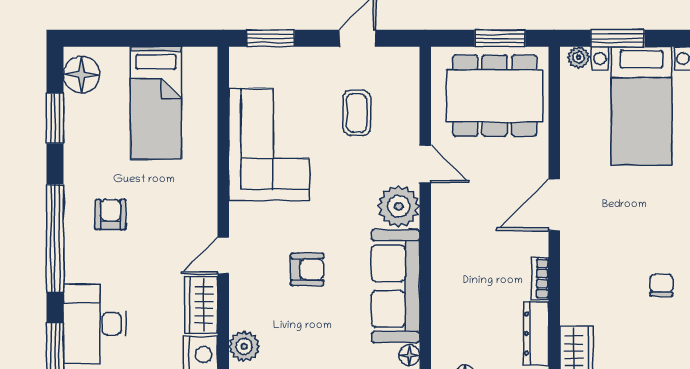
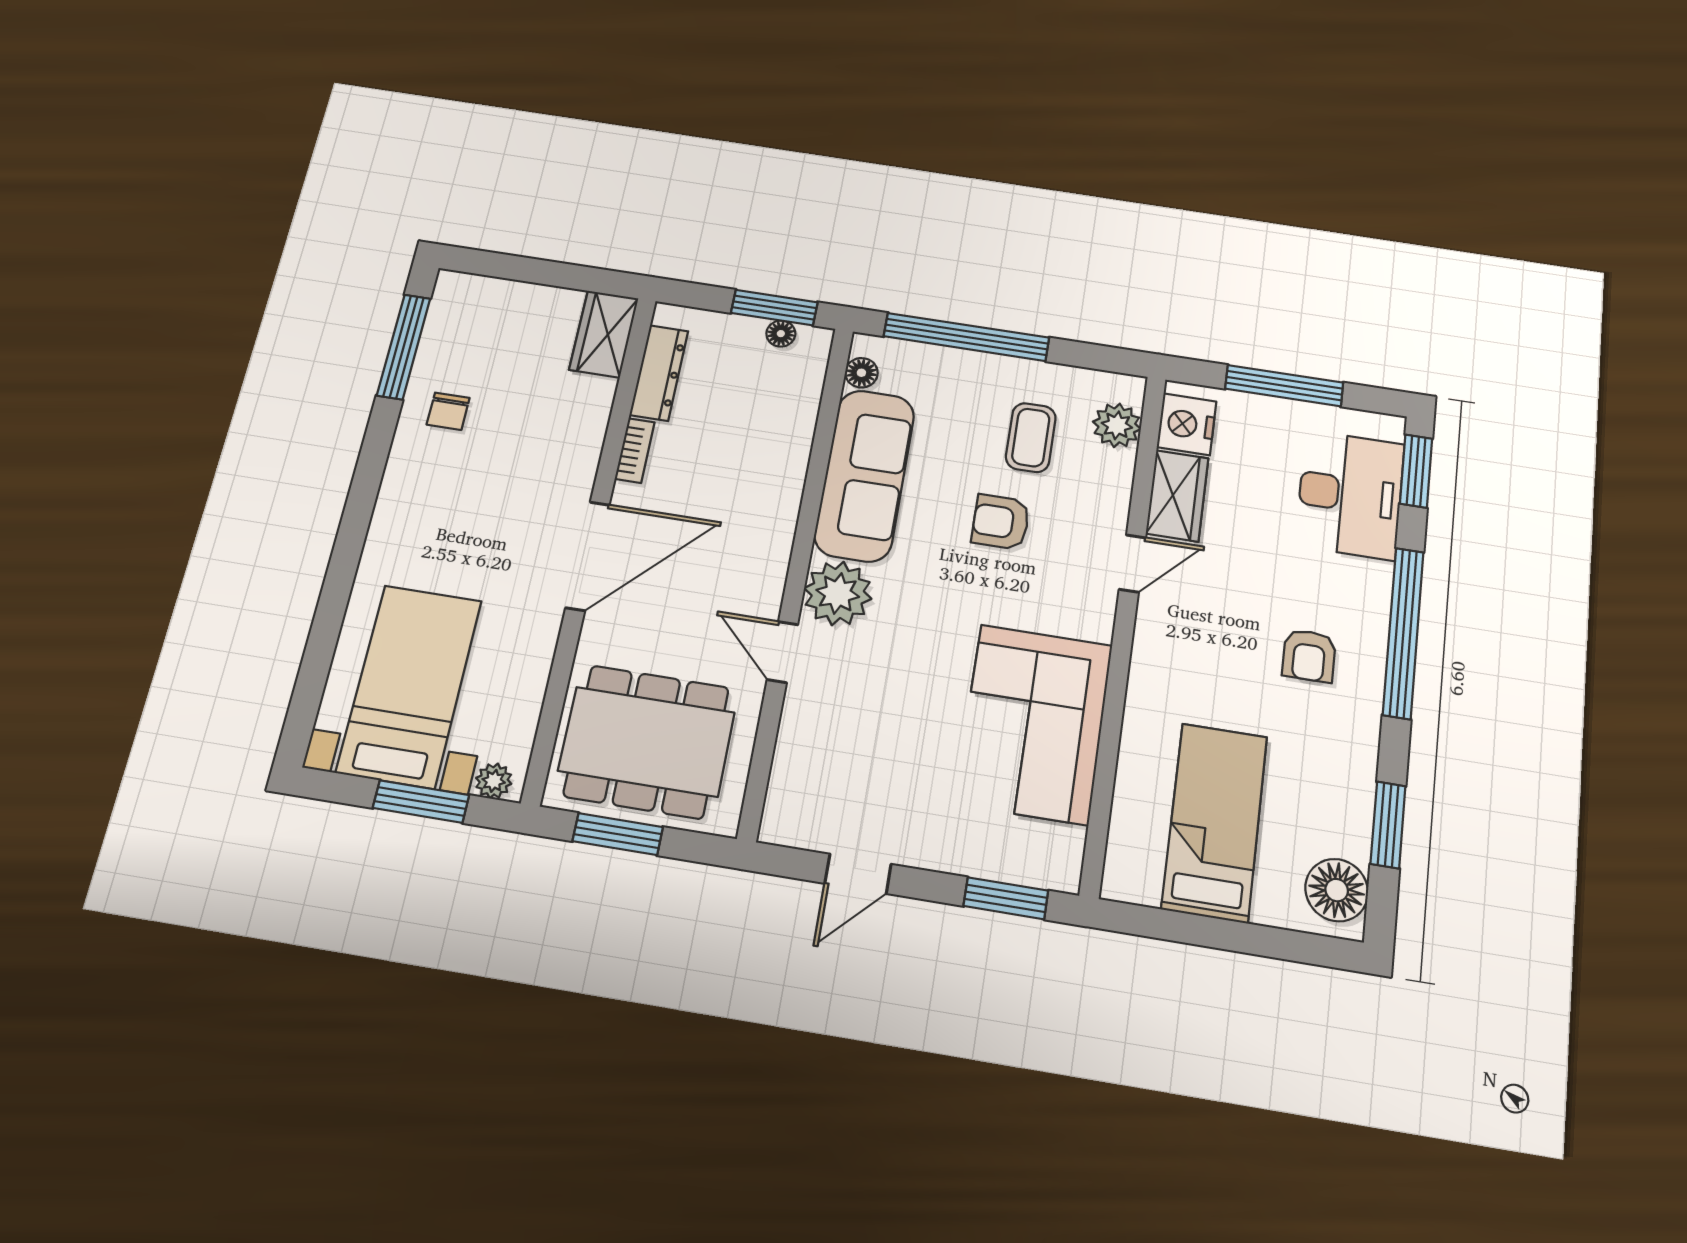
coffee table: (357, 113) -> (1031, 438), moved
door: (554, 205) -> (588, 556), width x1.36

